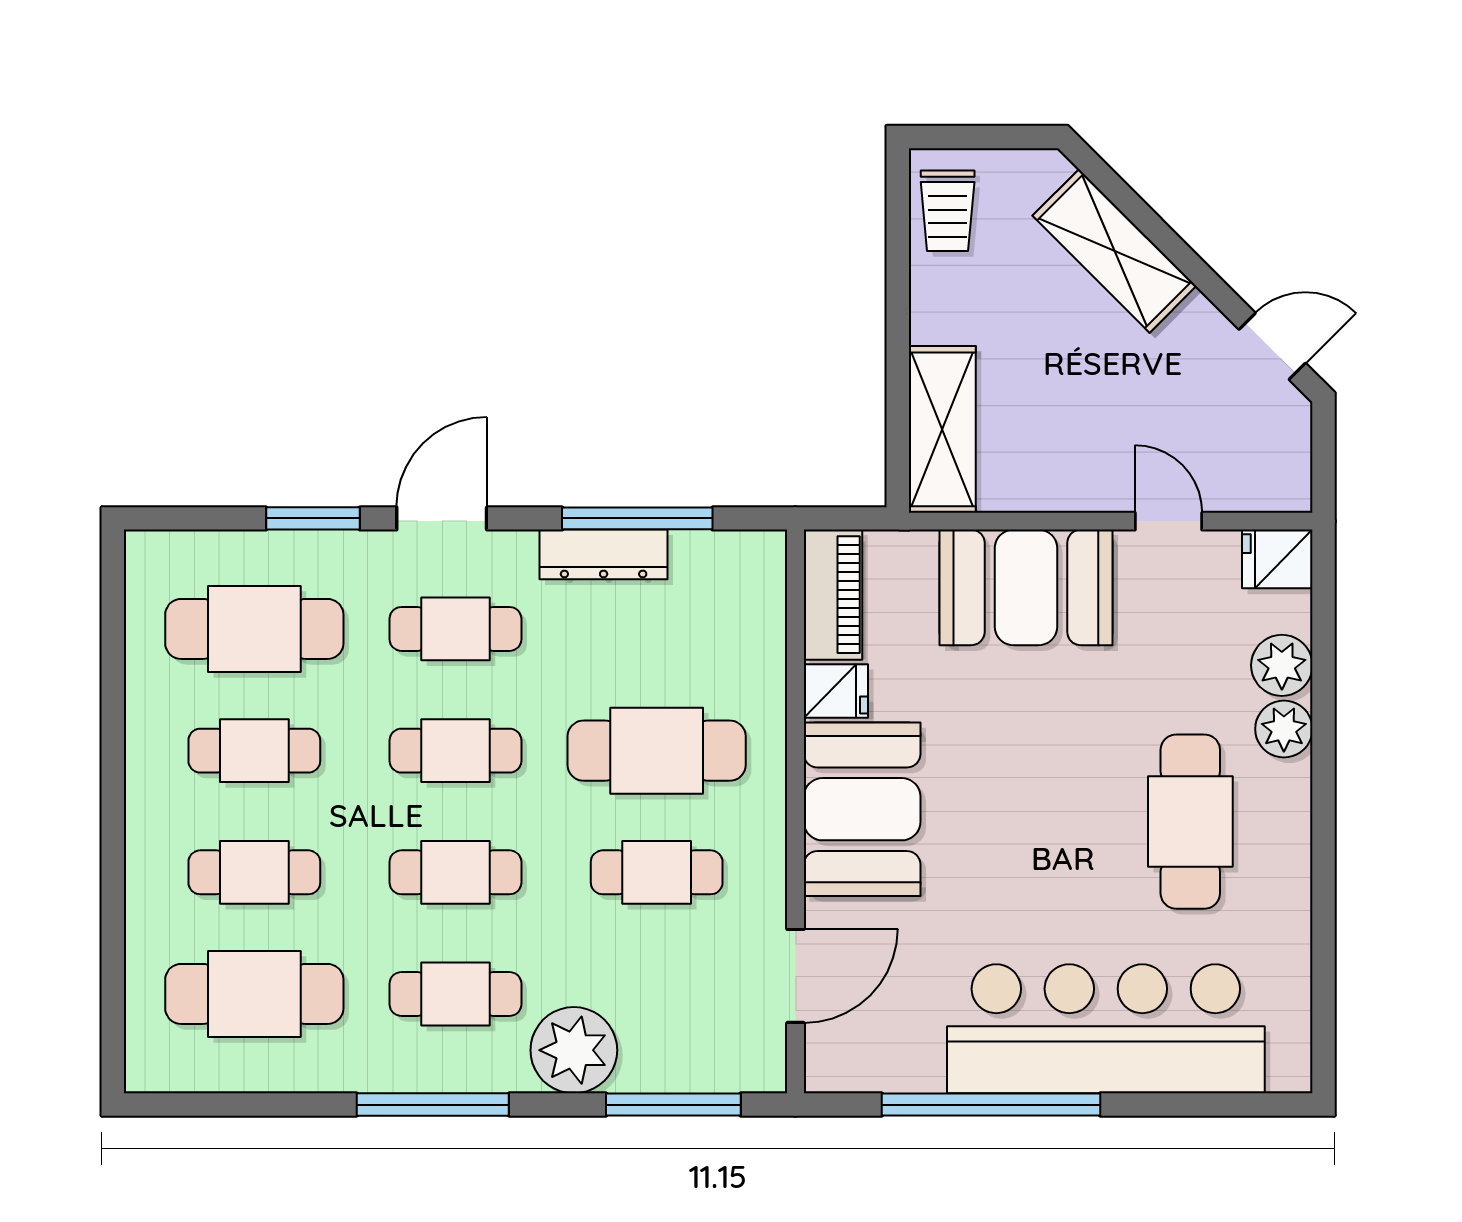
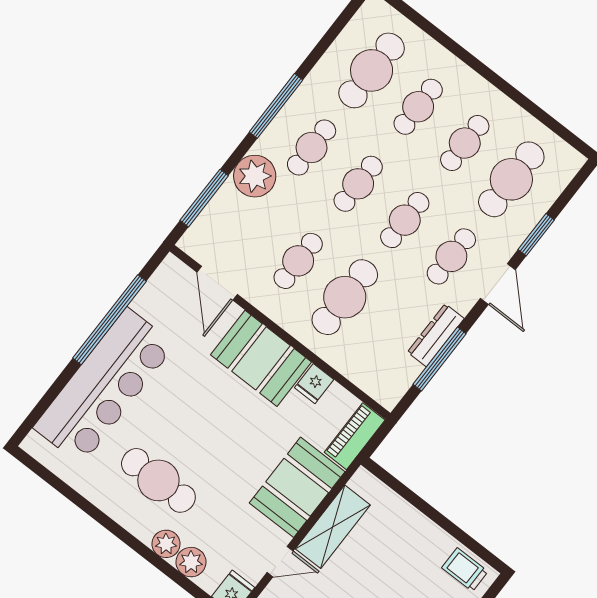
shelving: (942, 429) -> (333, 527), moved, turned 90
piano: (833, 595) -> (355, 436), moved, turned 90

